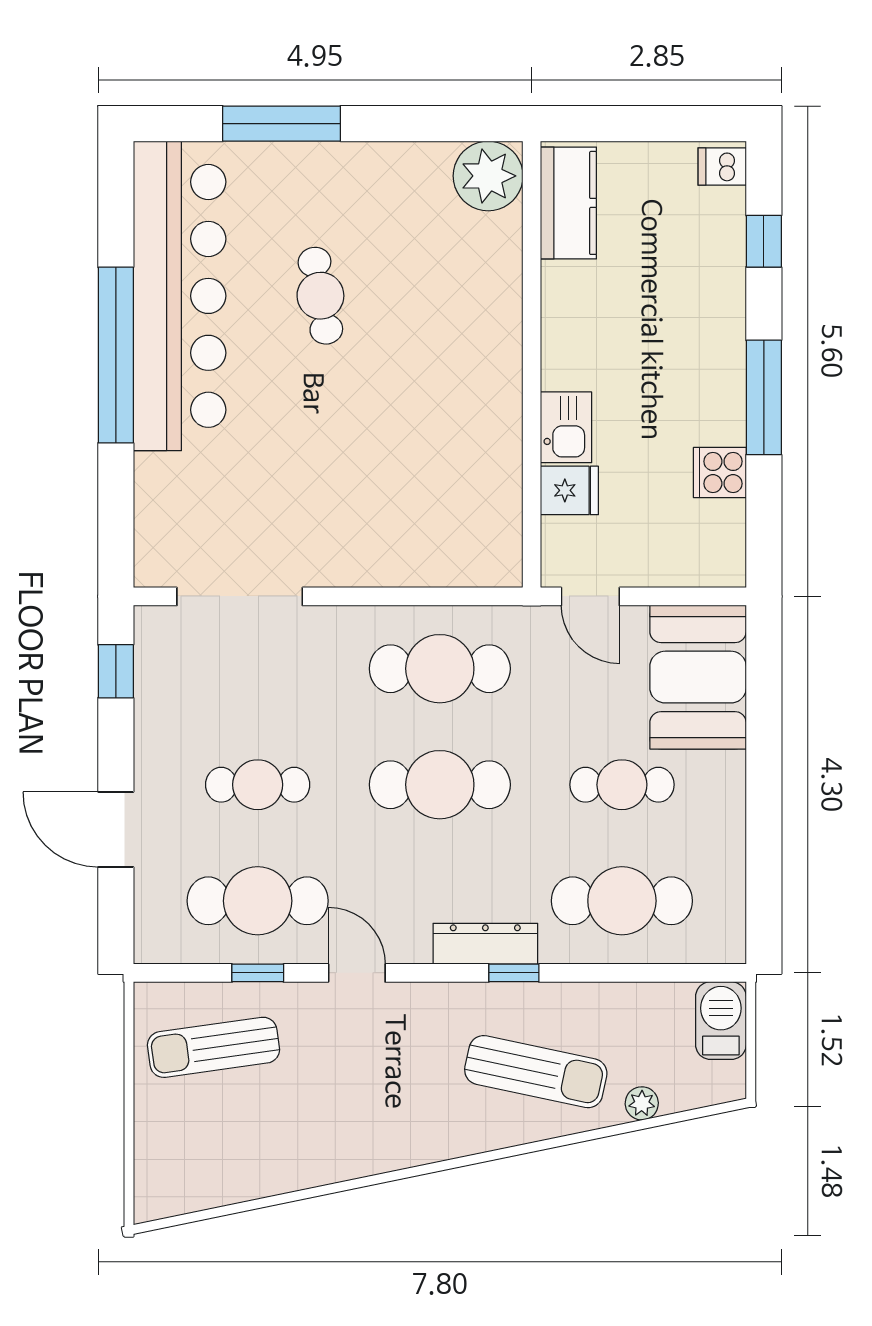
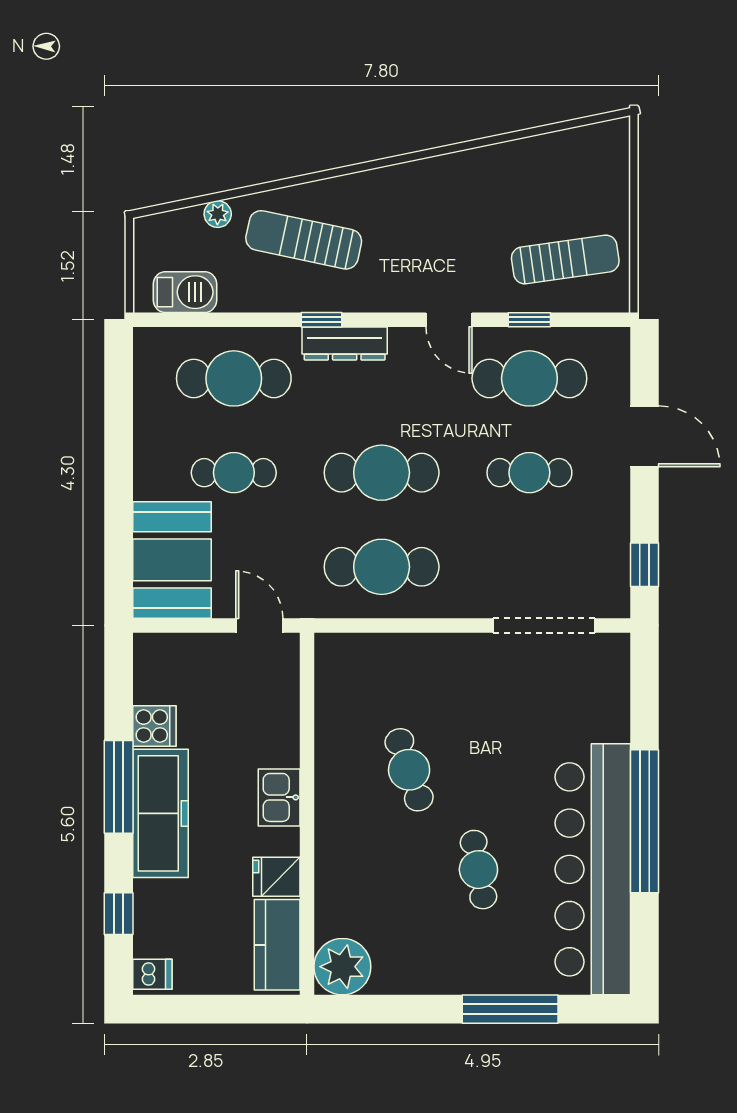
freezer: (712, 365) -> (160, 813), added
cafe table: (406, 419) -> (409, 770), added
kitchen sink: (566, 427) -> (279, 797), moved
fridge: (569, 490) -> (276, 877), moved
barbecue: (721, 1021) -> (185, 292), moved, turned -90

